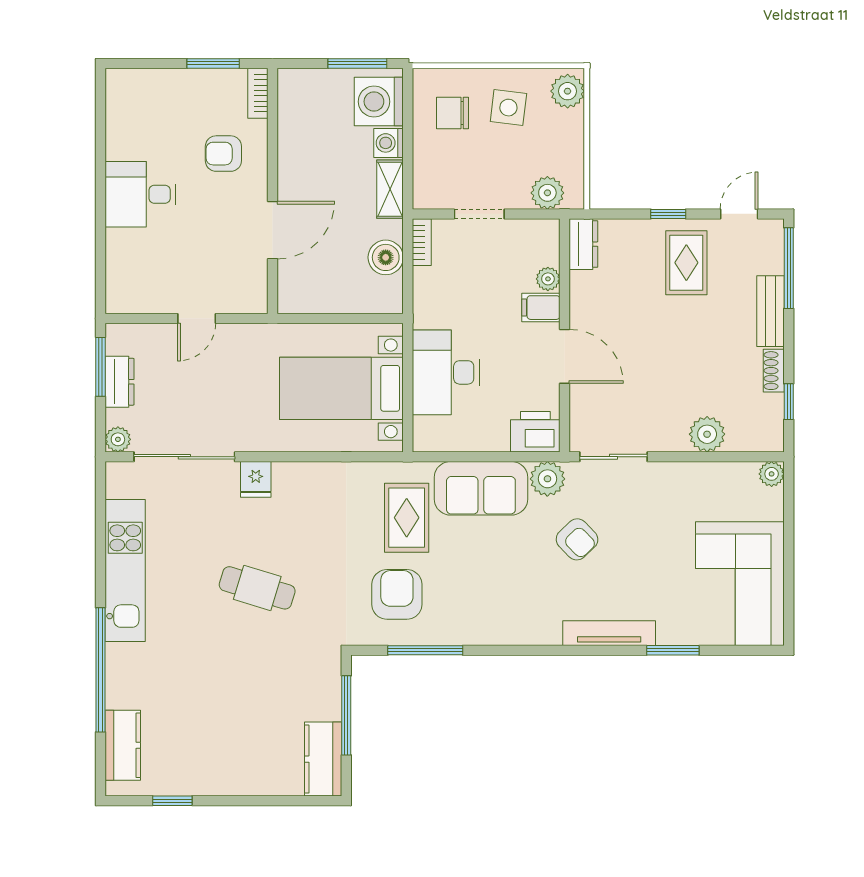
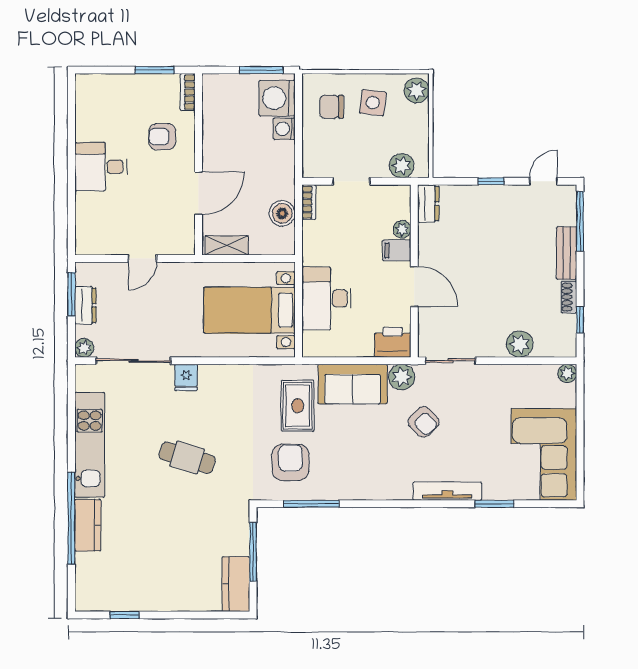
shelving: (390, 189) -> (227, 245), moved, turned 90
rug: (686, 263) -> (504, 217), removed
kitchen counter: (123, 745) -> (88, 525), moved

